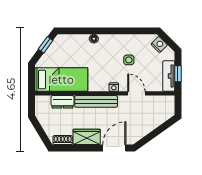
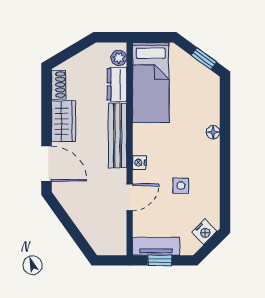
plant: (45, 101) -> (119, 58), added

